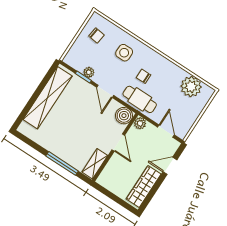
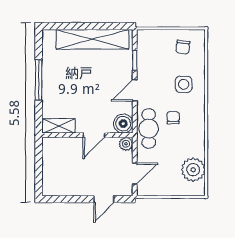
plant: (89, 72) -> (143, 63), removed
window: (62, 163) -> (39, 80), moved
door: (170, 166) -> (104, 199), swing flipped
wardrobe: (144, 187) -> (68, 187), removed

